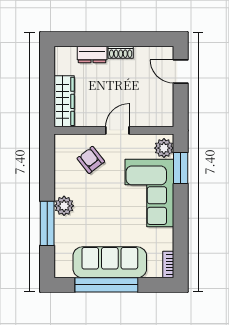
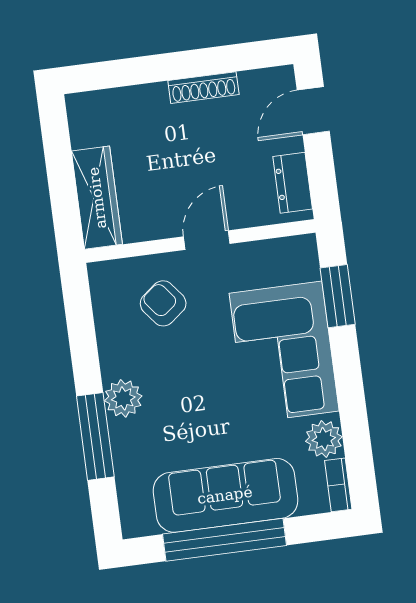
shoe rack: (121, 52) -> (203, 88), width x1.43
dresser: (92, 55) -> (293, 183), moved, turned 90
door: (181, 71) -> (313, 111), hinge flipped
plant: (164, 148) -> (324, 439), moved

